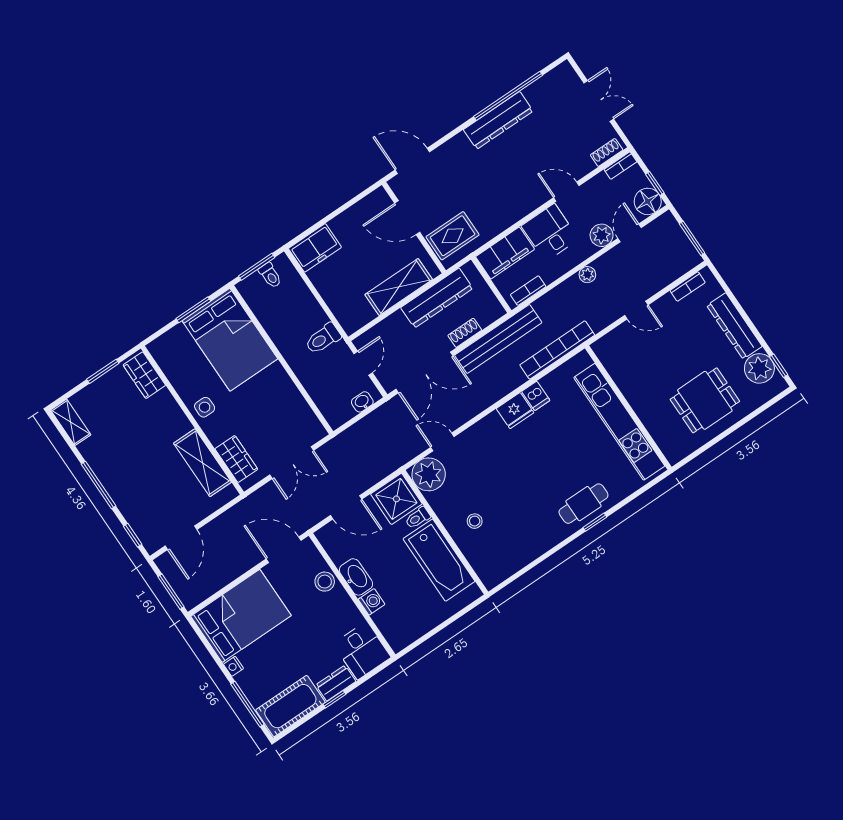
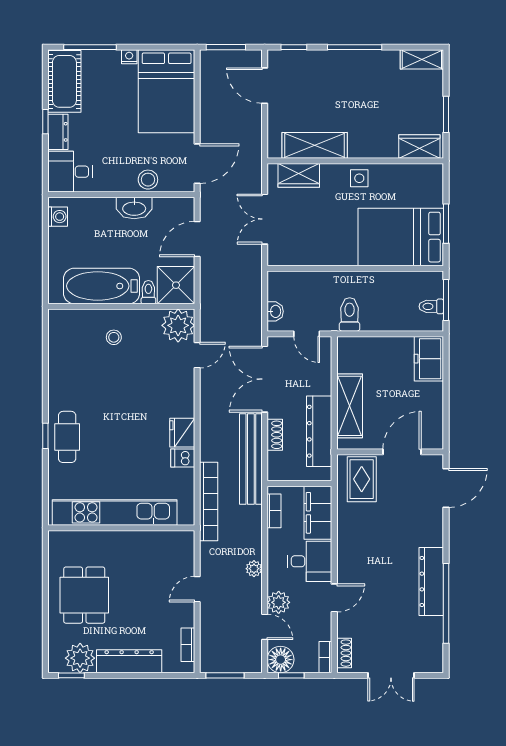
washing machine: (372, 602) -> (58, 217), moved, turned -90

